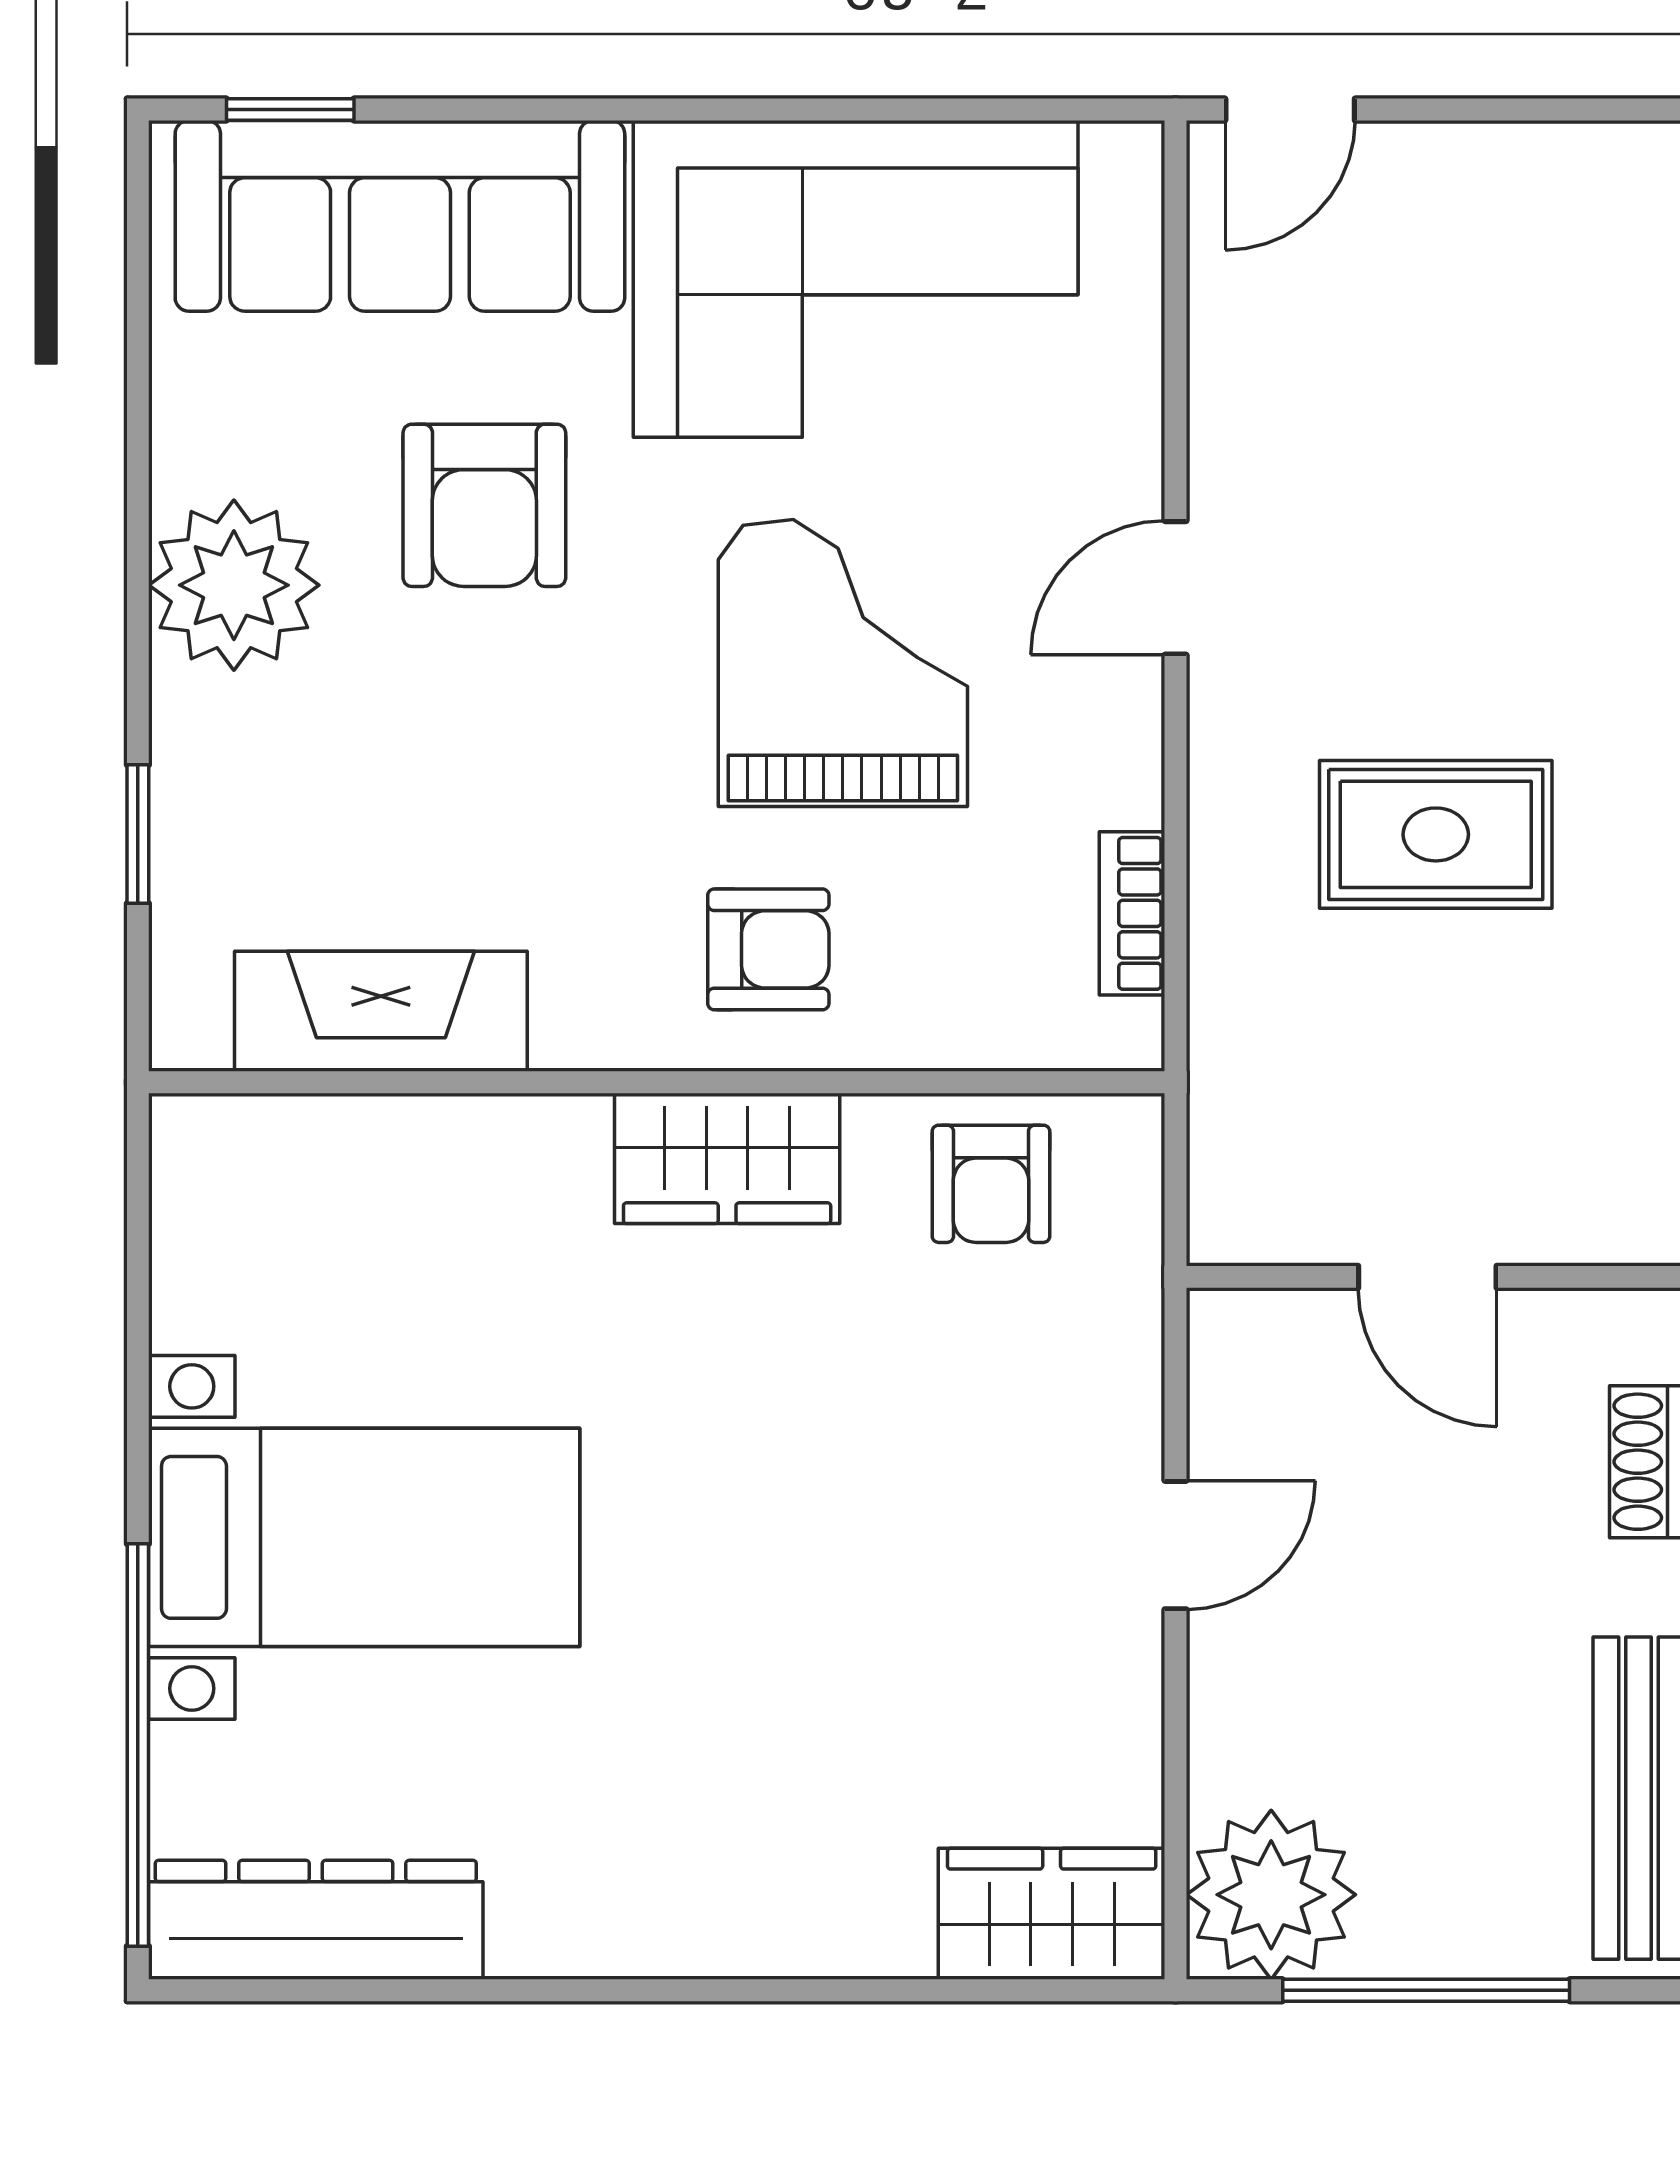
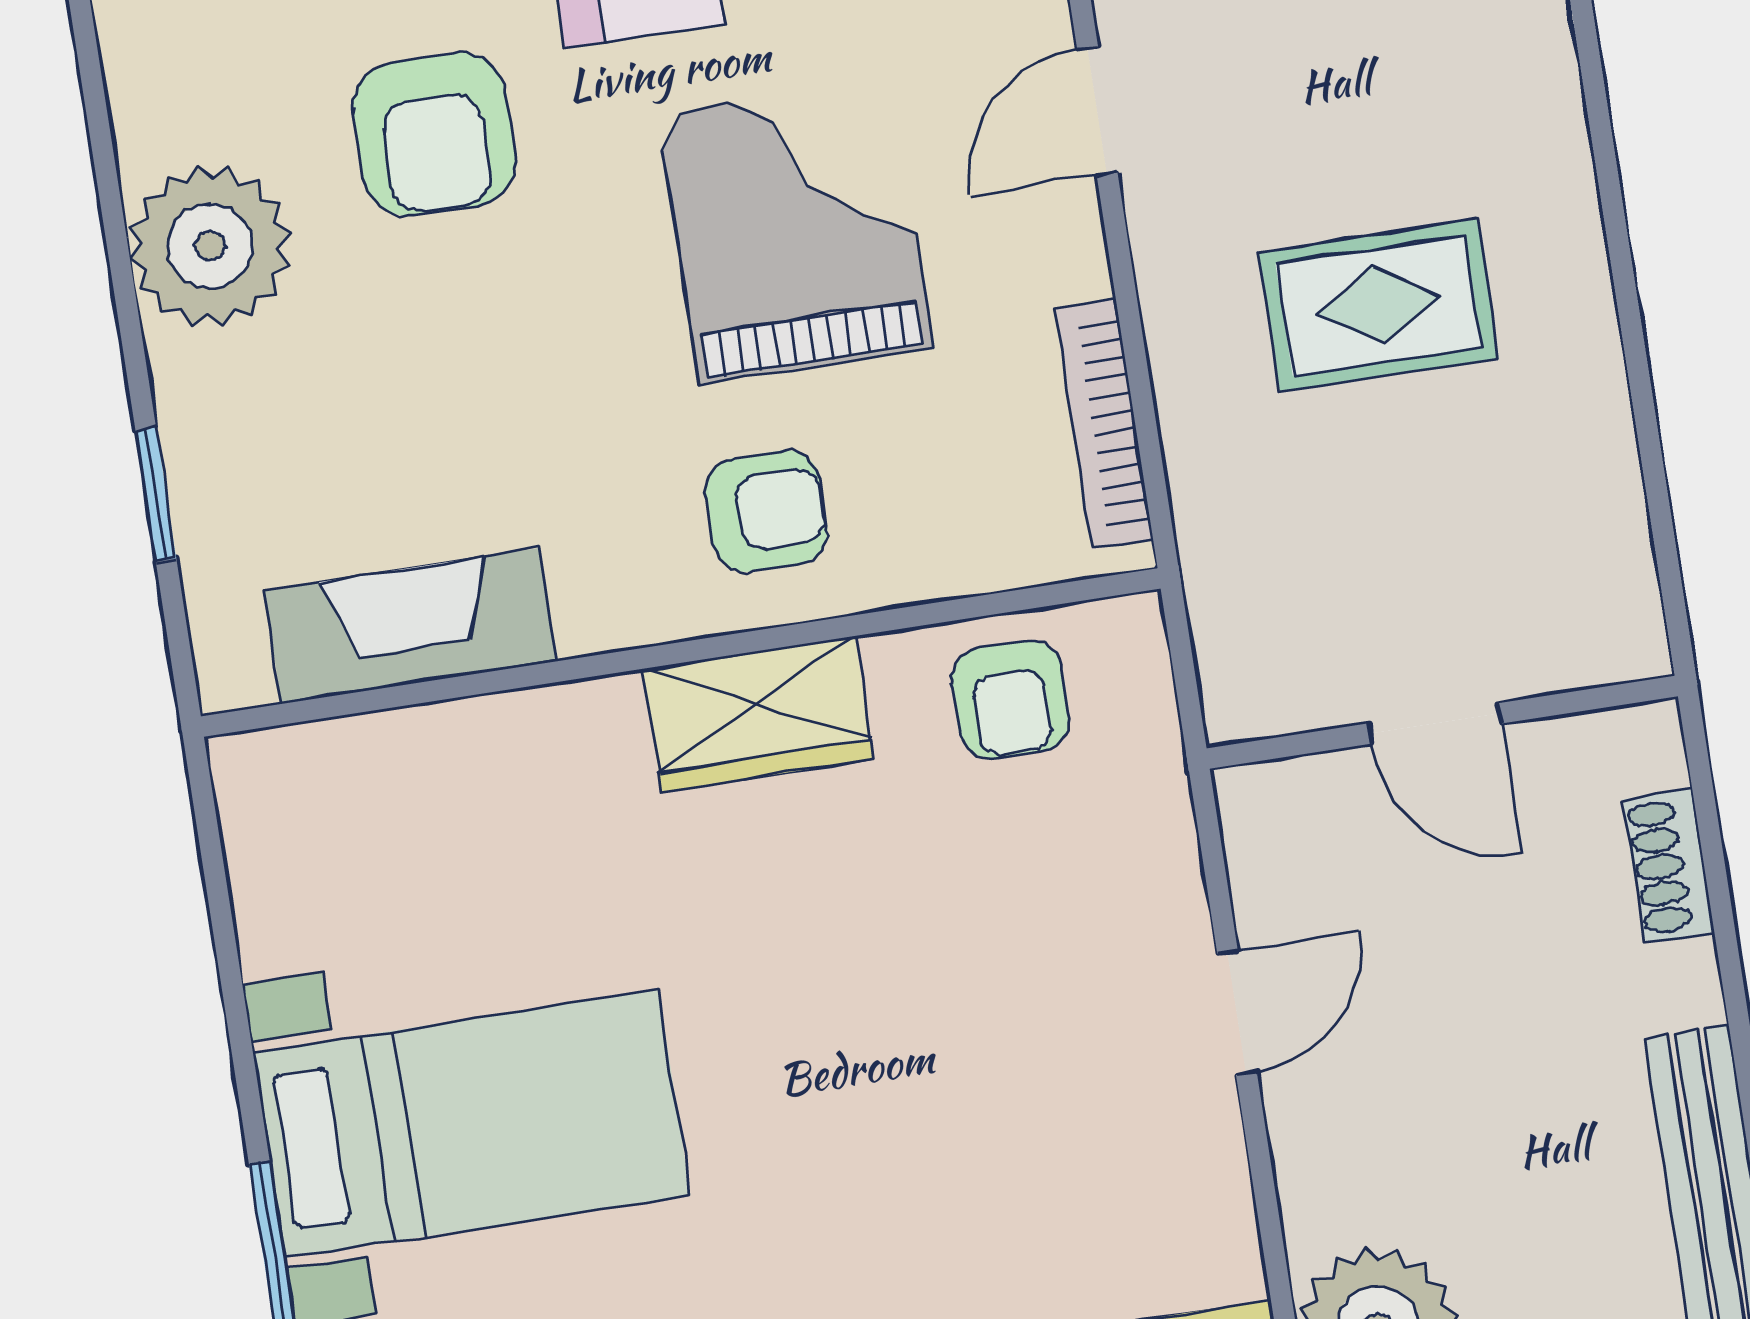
bookcase: (1132, 913) -> (1104, 424), width x1.56

